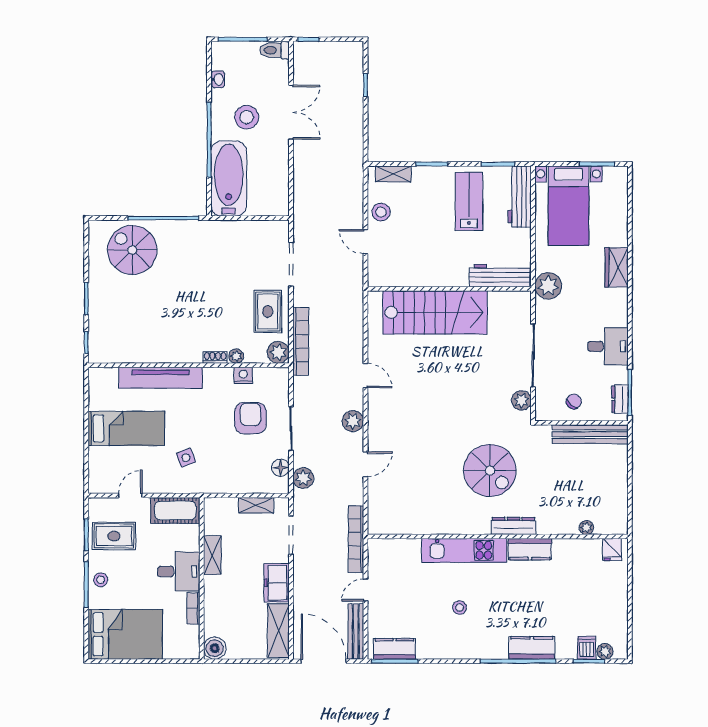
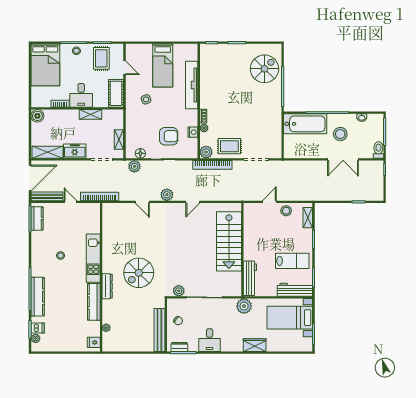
kitchen counter: (530, 549) -> (94, 302), width x1.50
kitchen counter: (532, 648) -> (38, 297), width x1.50

